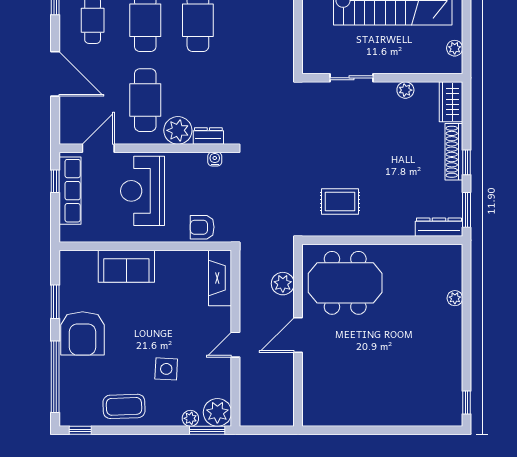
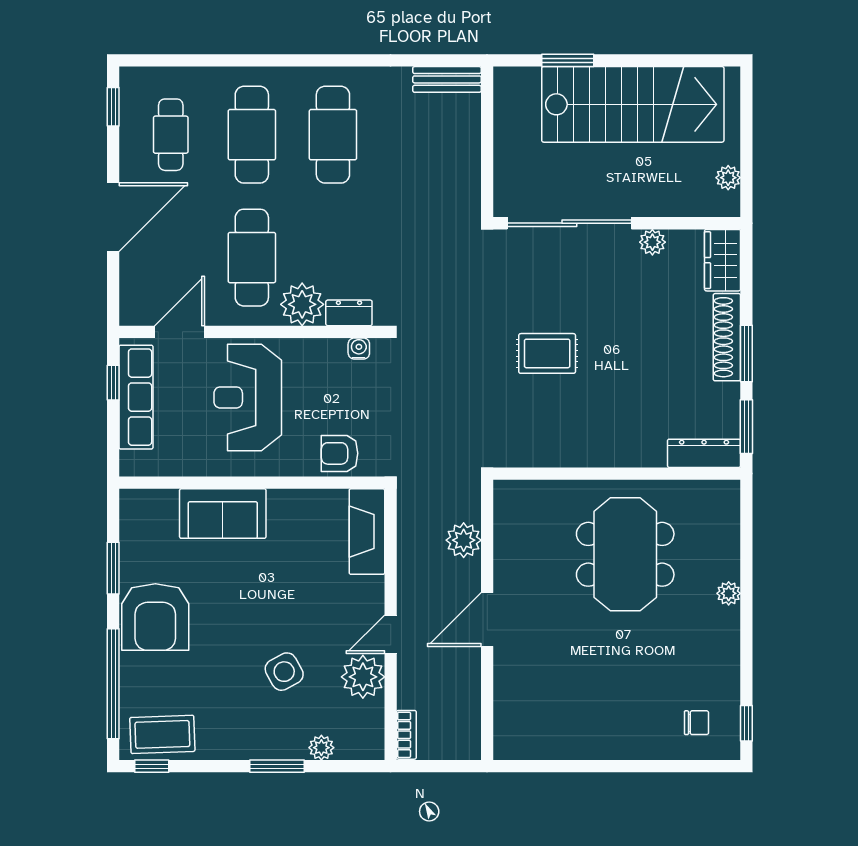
door: (55, 74) -> (113, 217), hinge flipped
sliding door: (351, 78) -> (569, 223), width x1.86
window: (466, 162) -> (746, 354), width x1.50
rug: (340, 201) -> (547, 353), moved
meeting table: (345, 283) -> (625, 554), moved, turned 90
plant: (455, 298) -> (729, 593), moved
side table: (166, 369) -> (284, 672), turned -32
chair: (434, 402) -> (696, 723), added
coffee table: (124, 406) -> (162, 734), moved
bookcase: (246, 410) -> (406, 735), added
plant: (217, 412) -> (363, 677), moved
window: (207, 430) -> (277, 766), moved

